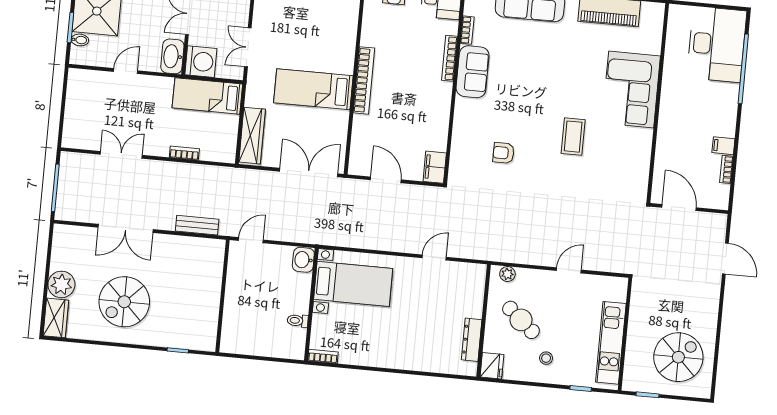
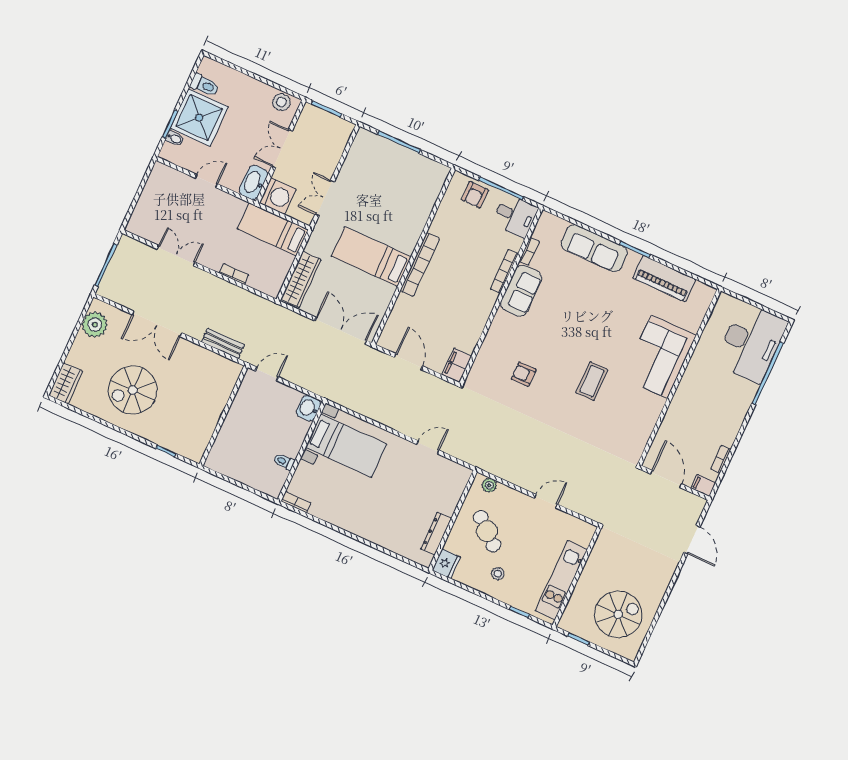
filing cabinet: (723, 146) -> (703, 485), moved
plant: (61, 284) -> (95, 325), moved

